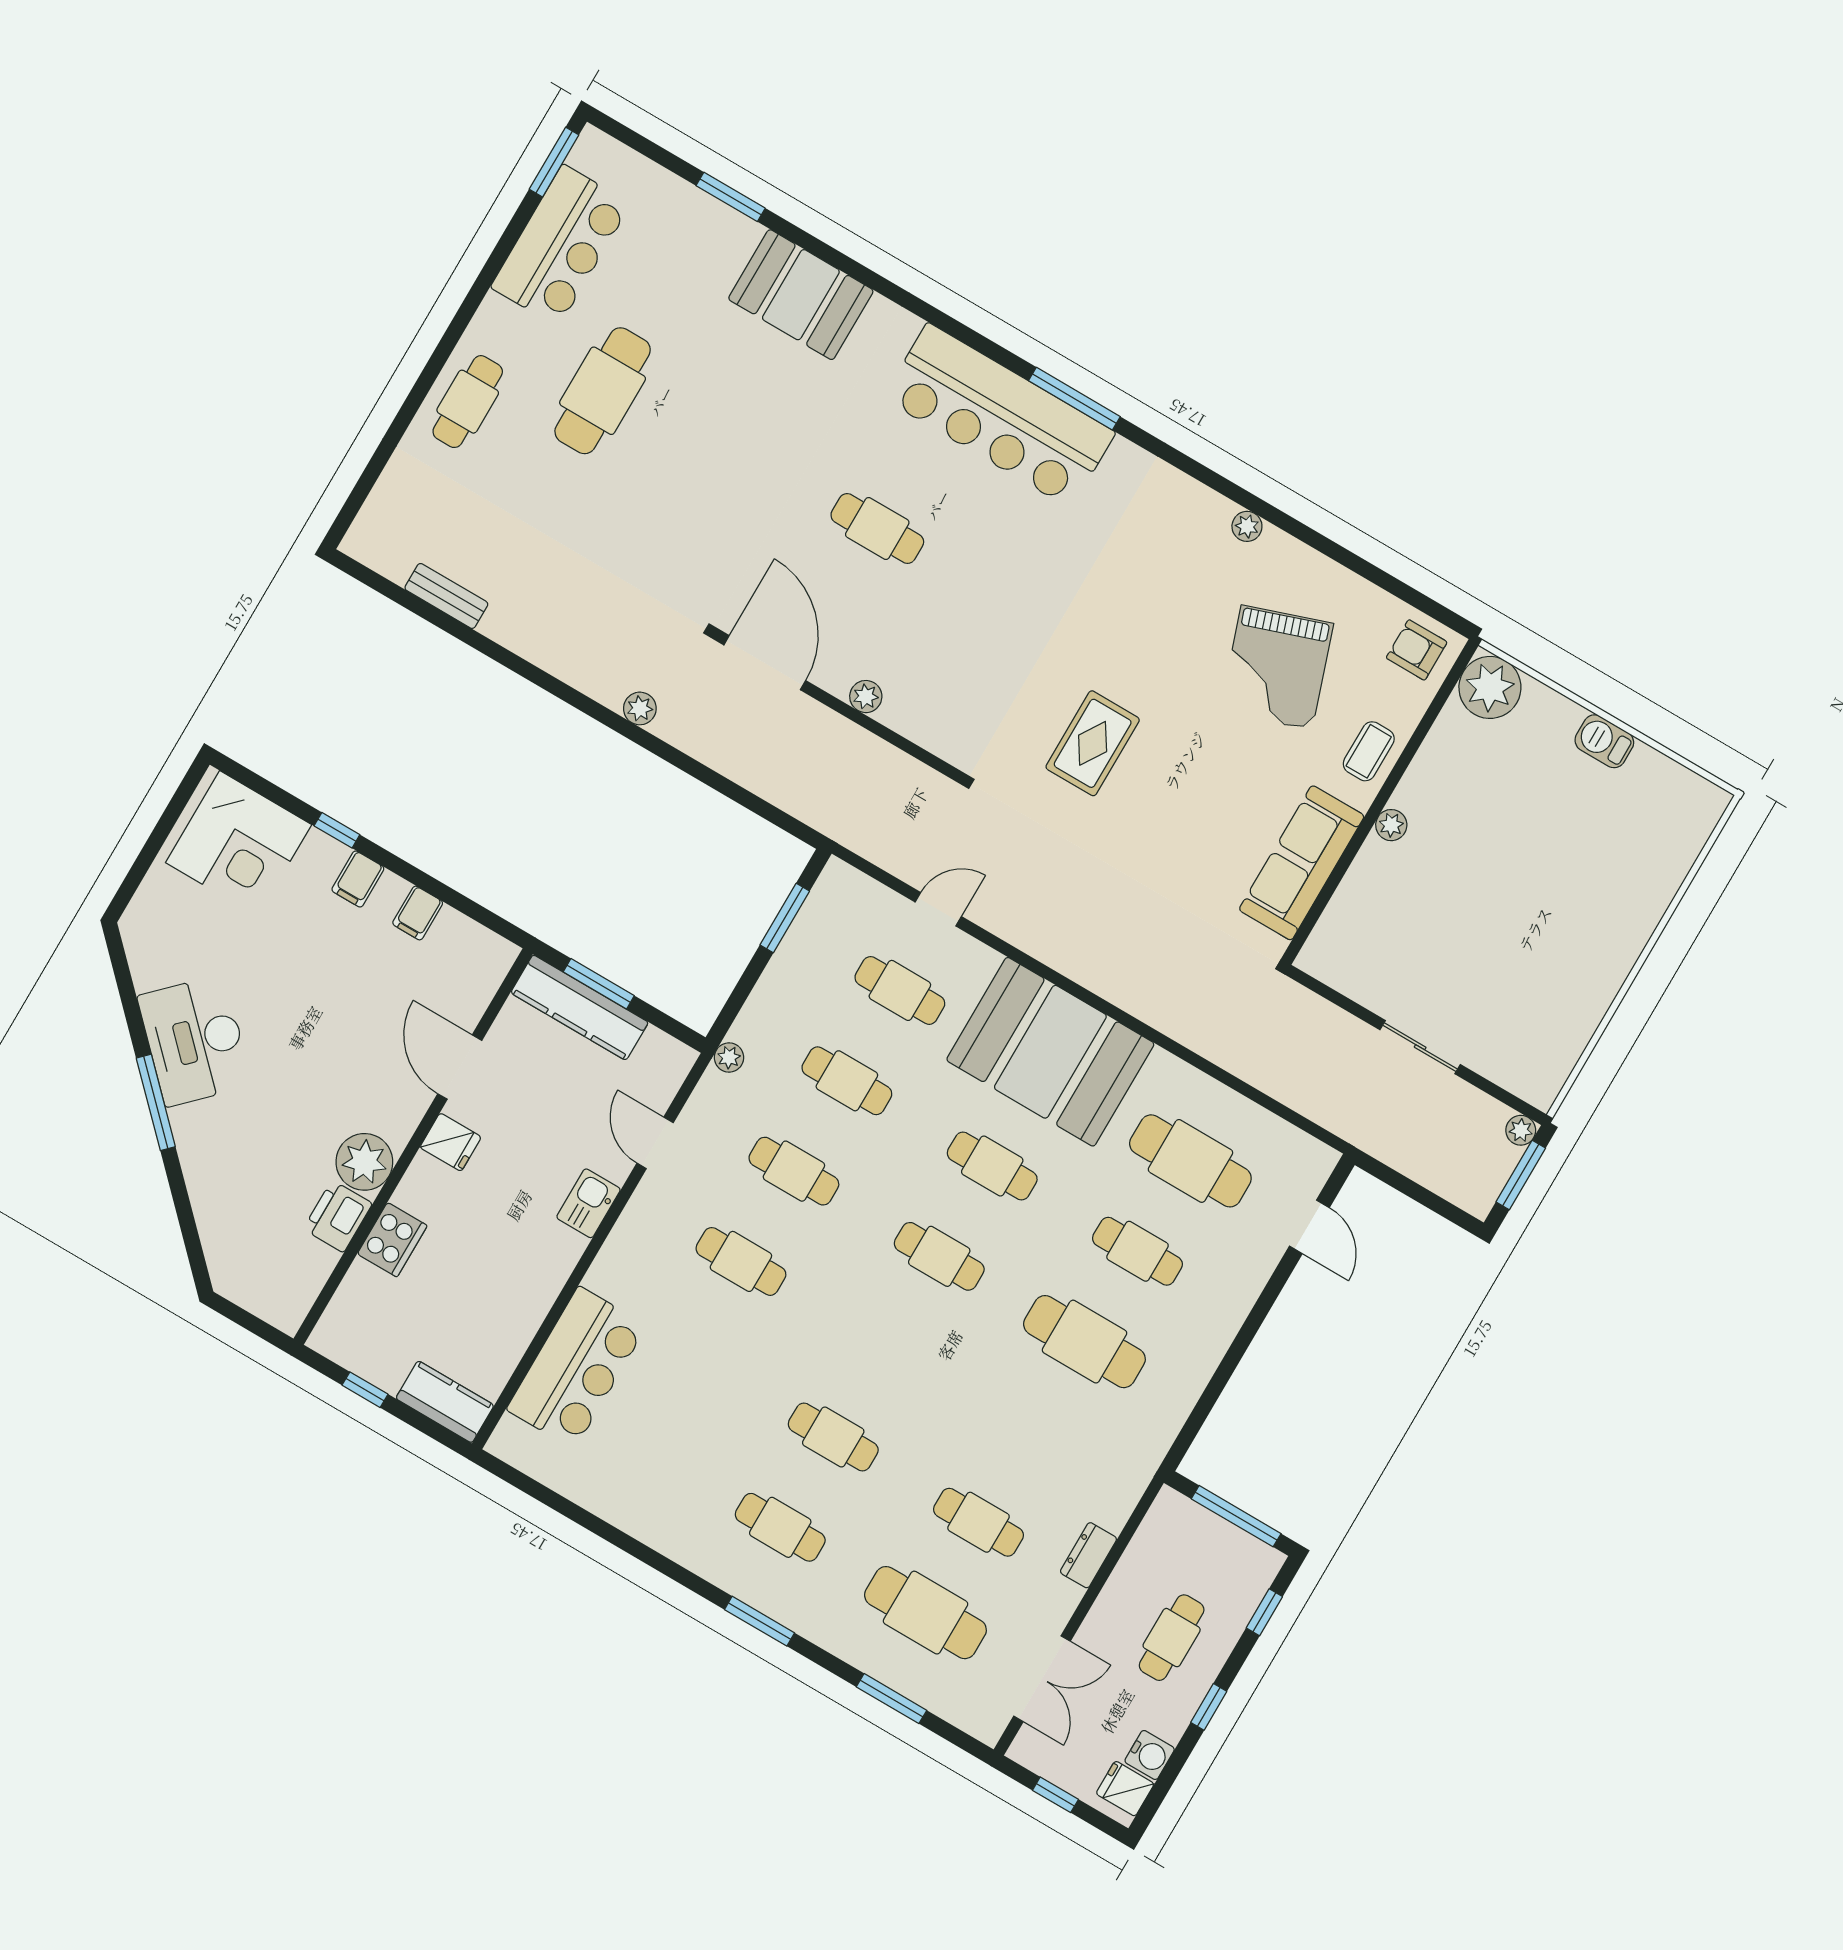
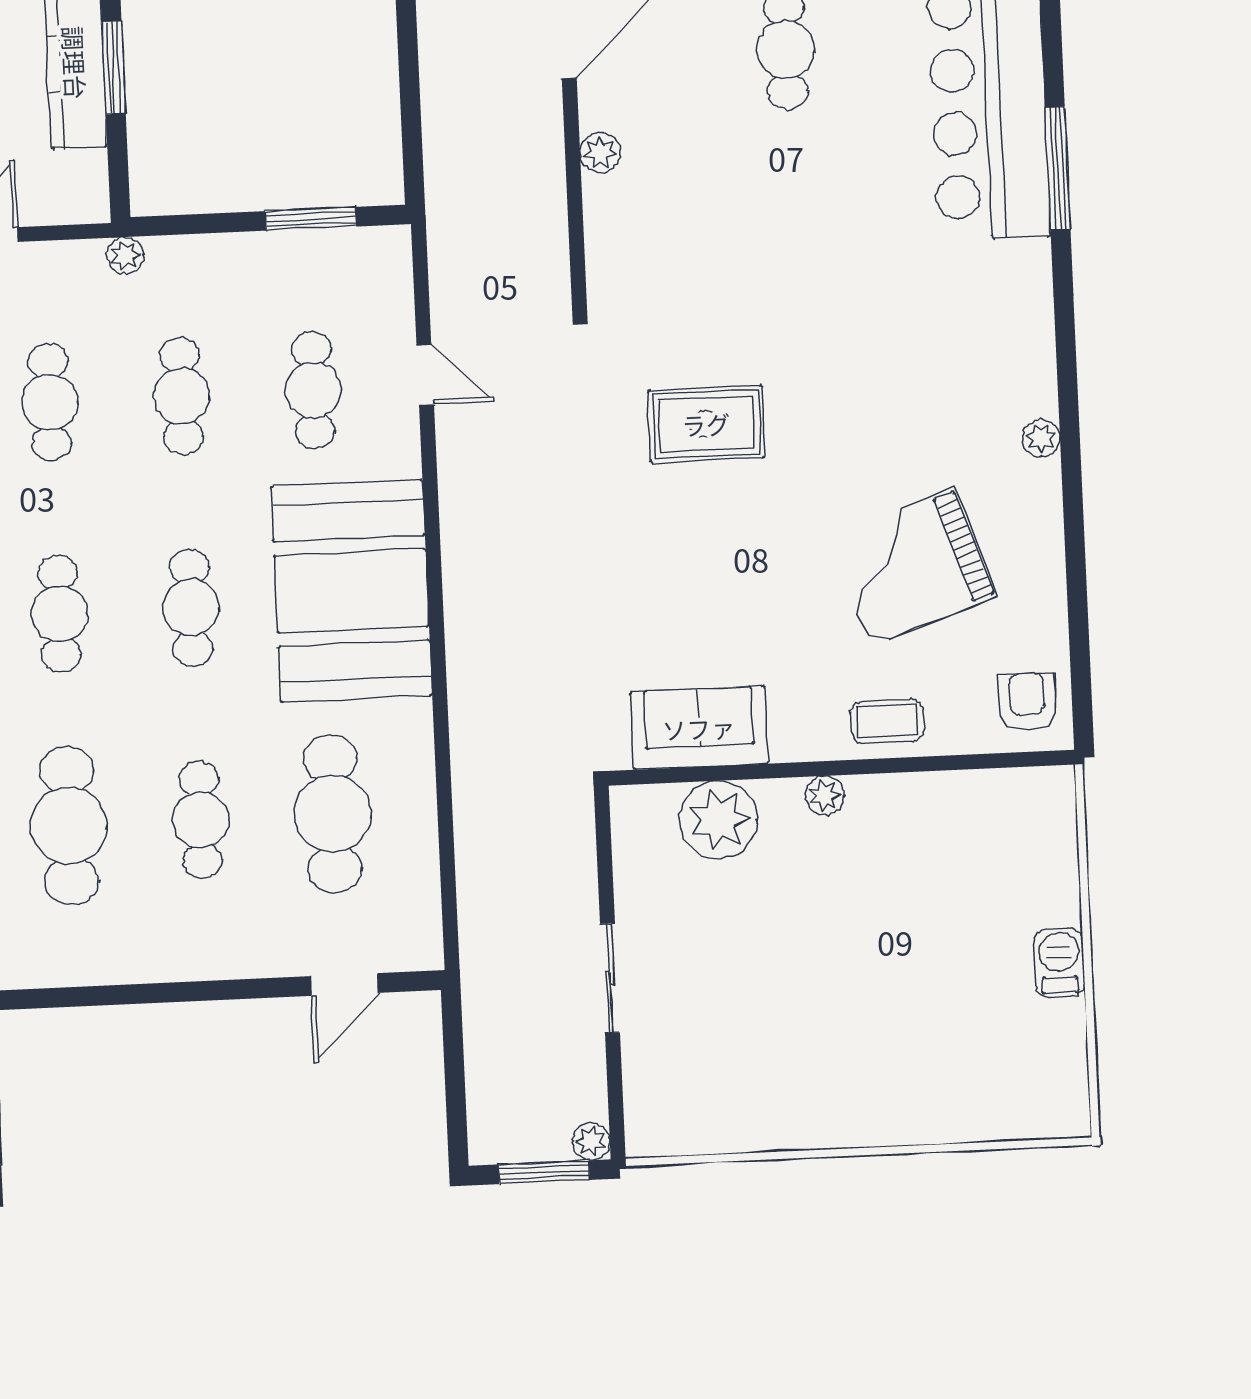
plant: (1490, 687) -> (719, 820), moved
sofa: (1302, 863) -> (699, 728), width x0.73

